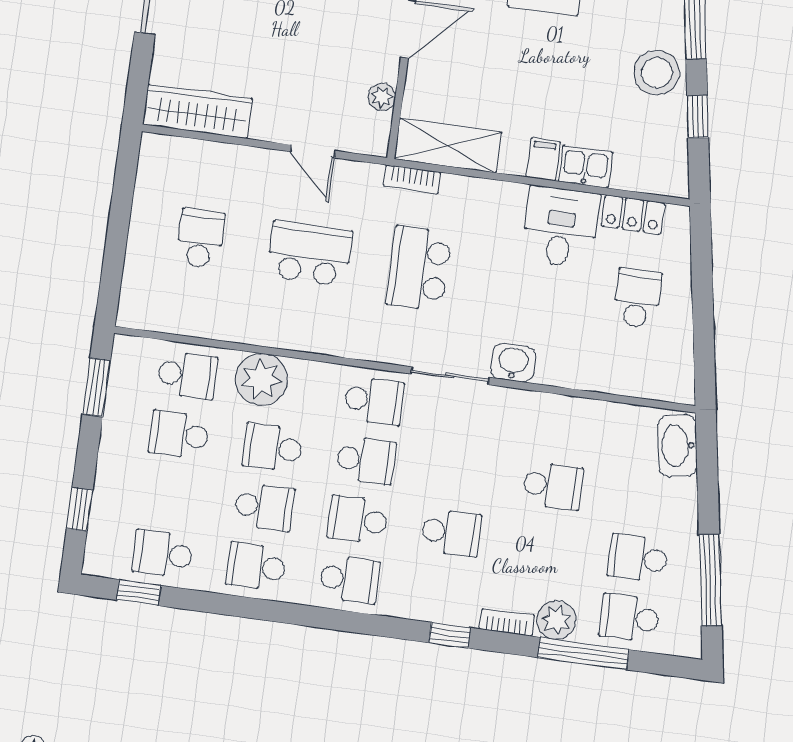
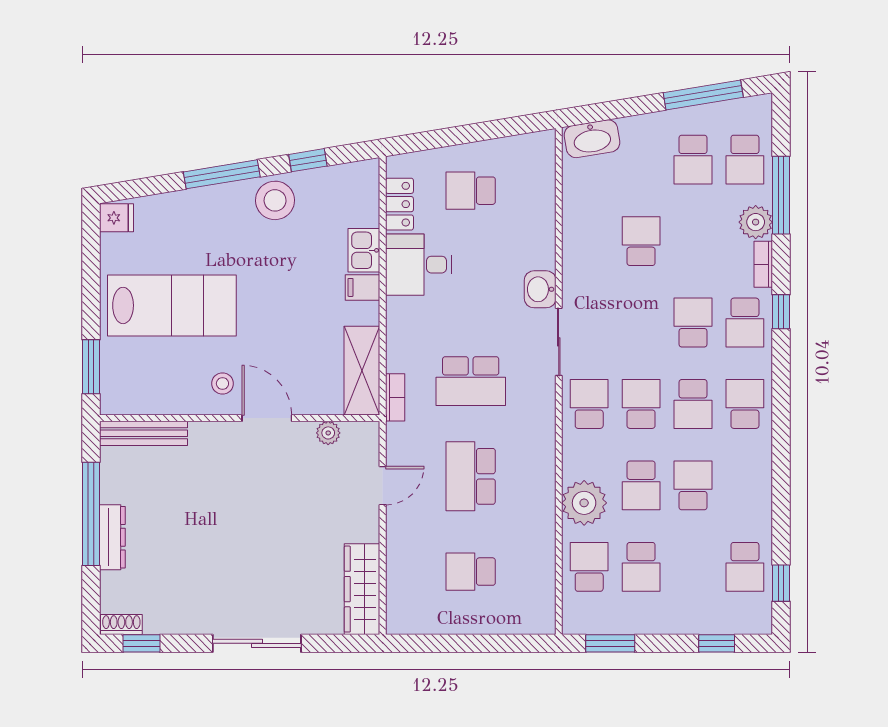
school desk: (256, 567) -> (745, 323), moved

